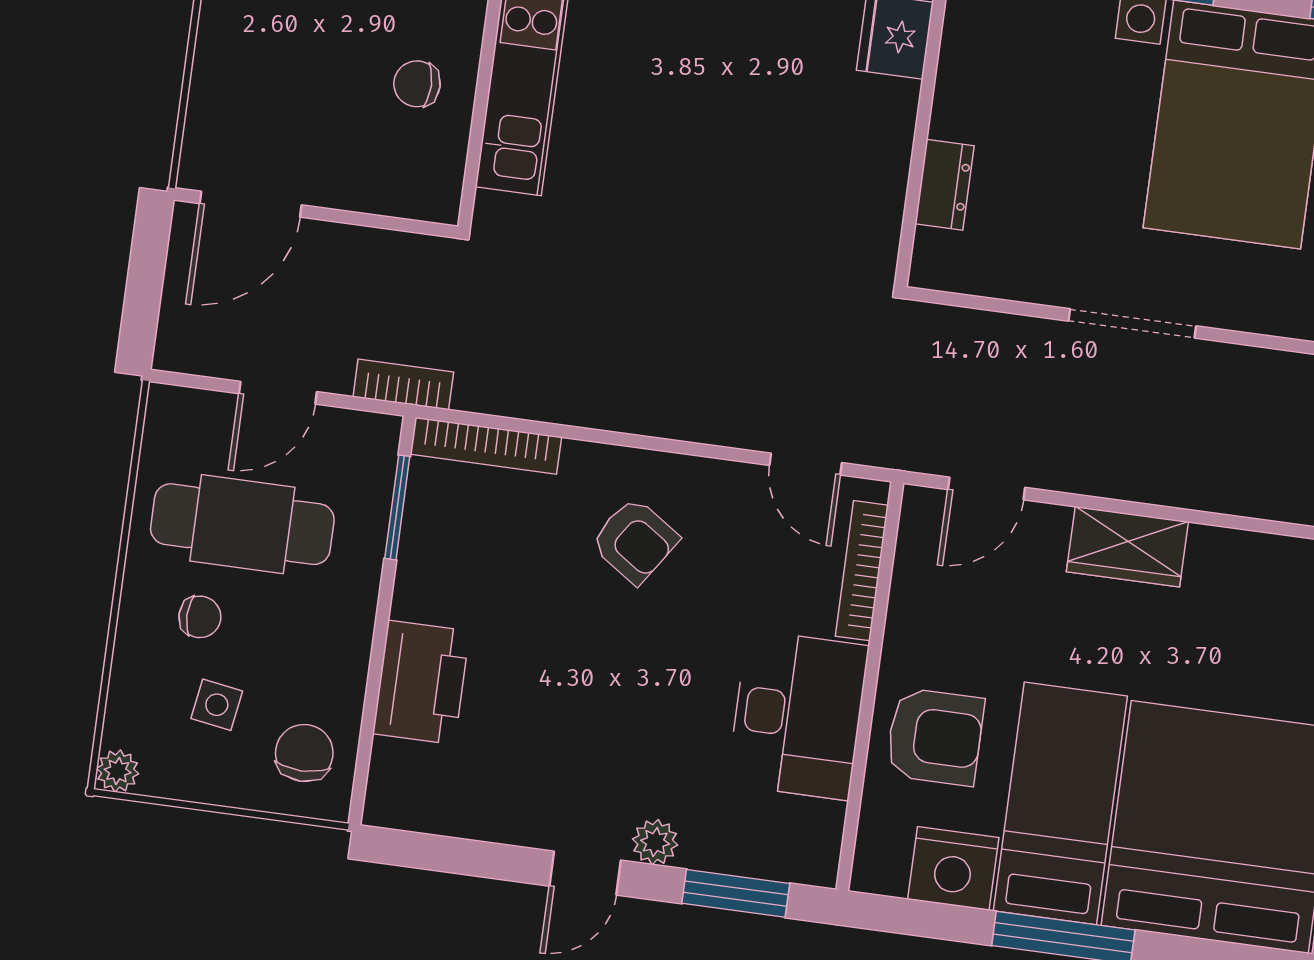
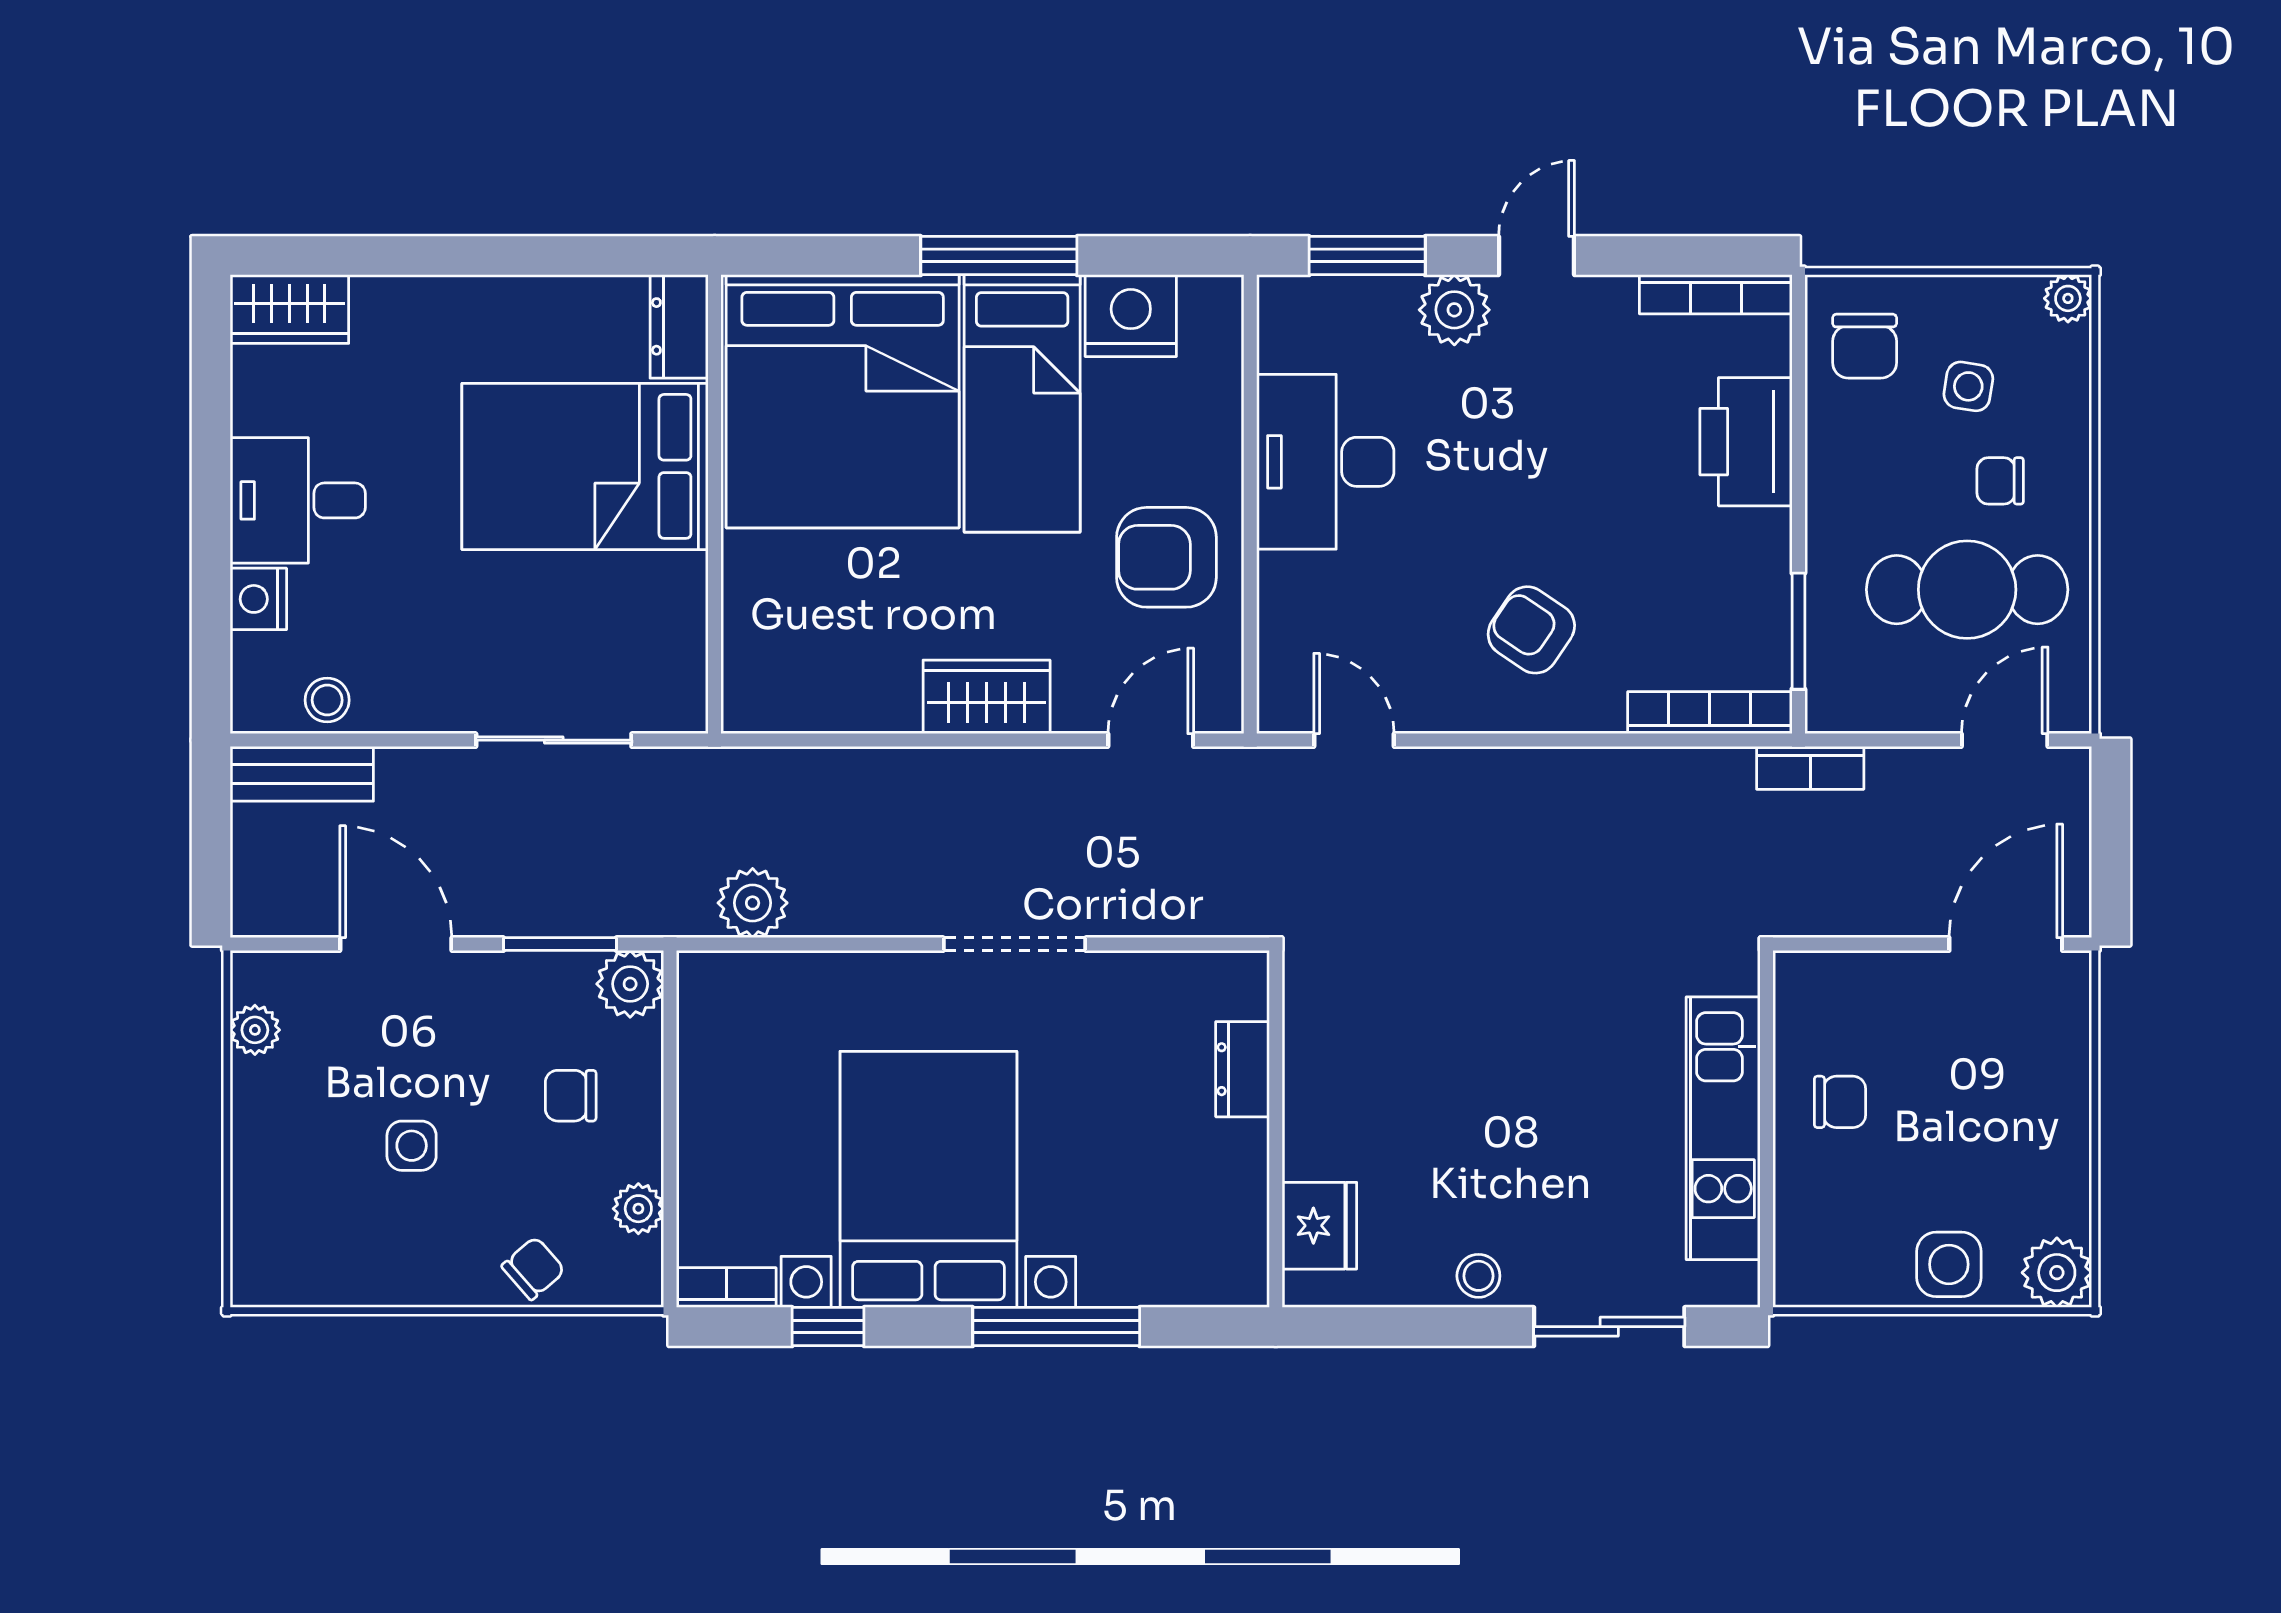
door: (278, 393) -> (2005, 740), moved
bookcase: (862, 571) -> (1716, 294), moved, turned 90
armchair: (935, 737) -> (1166, 557), moved
plant: (655, 842) -> (1454, 310), width x1.38, depth x1.38

